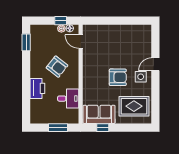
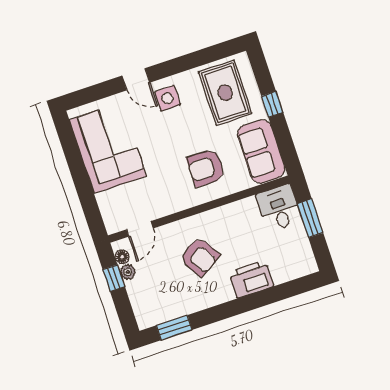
corner sofa: (126, 39) -> (108, 148), added
armchair: (57, 67) -> (200, 257), turned 111
armchair: (118, 77) -> (206, 168), moved, turned -90
desk: (68, 99) -> (279, 208), moved
window: (103, 128) -> (272, 104), moved

